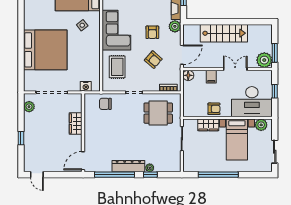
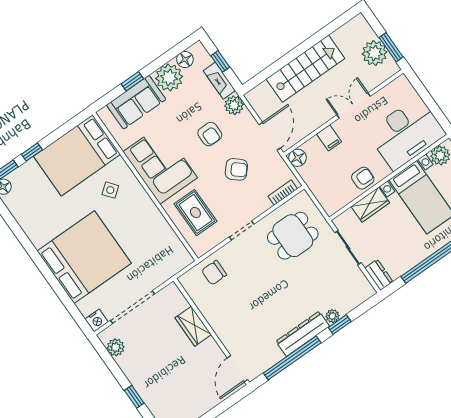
plant: (264, 60) -> (374, 53), moved
nightstand: (86, 86) -> (97, 320), moved
window: (275, 91) -> (427, 98), removed
dresser: (188, 163) -> (379, 275), added

